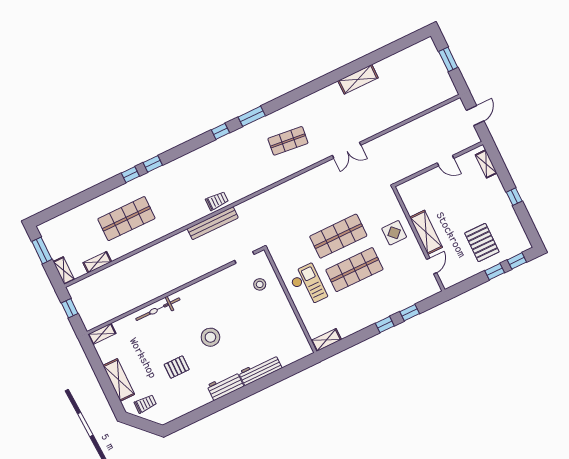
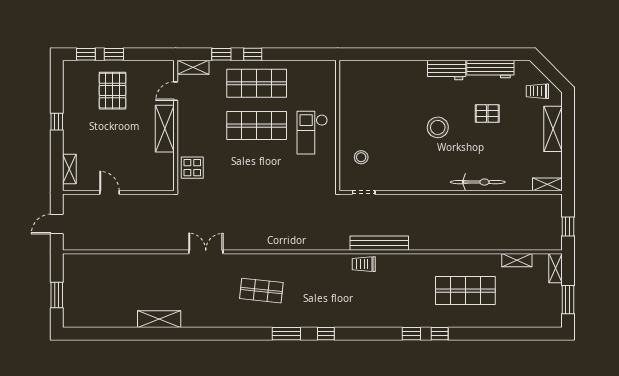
display table: (394, 233) -> (192, 168), moved
shop shelf: (338, 236) -> (257, 83), moved
shelving: (326, 340) -> (193, 67), moved
workbench: (260, 370) -> (490, 69), moved

